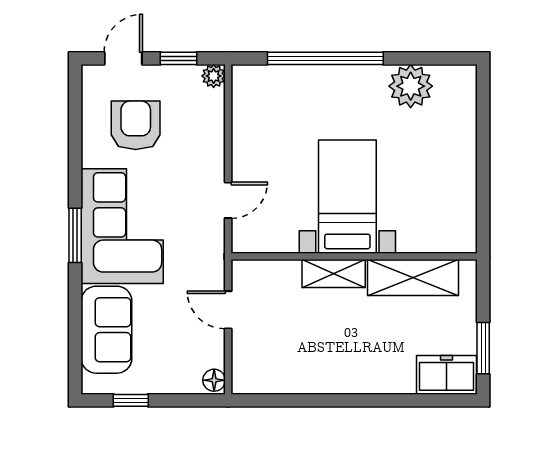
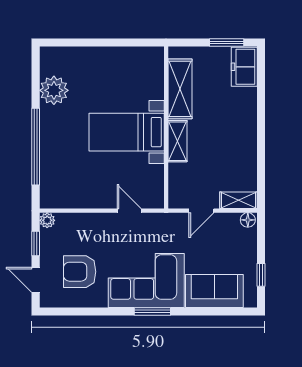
shelving: (244, 366) -> (238, 200), added

